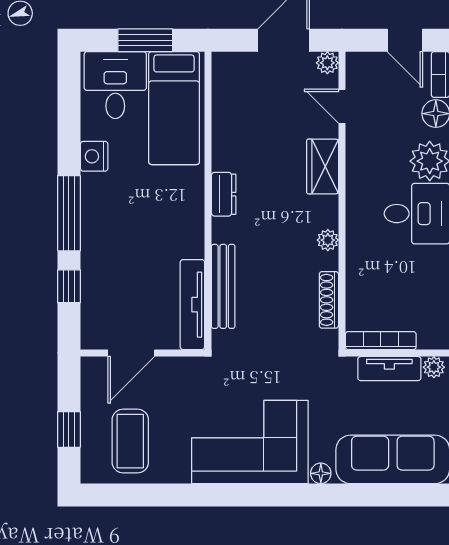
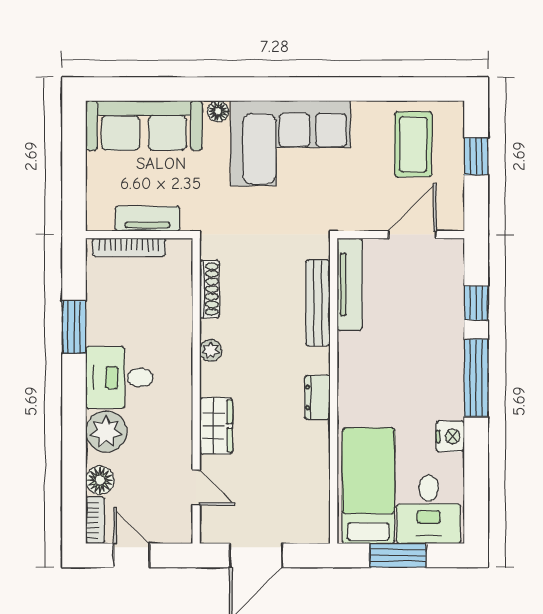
plant: (327, 63) -> (211, 532), removed
bookcase: (381, 341) -> (129, 247), moved
plant: (434, 367) -> (102, 220), removed

